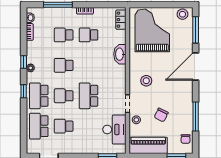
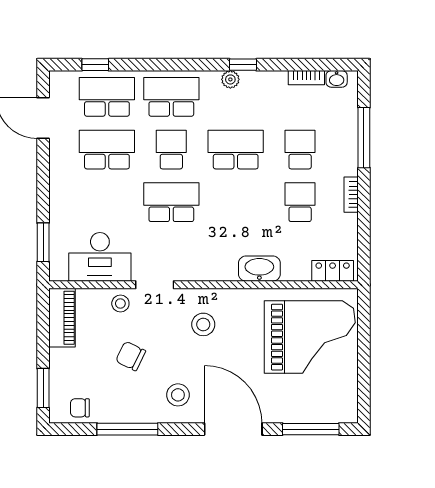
stool: (182, 14) -> (178, 395), moved
school desk: (64, 65) -> (236, 150), width x1.85
window: (24, 91) -> (95, 65), moved
school desk: (64, 126) -> (107, 150), width x1.85
piano: (148, 145) -> (62, 318), width x0.73, depth x0.75

